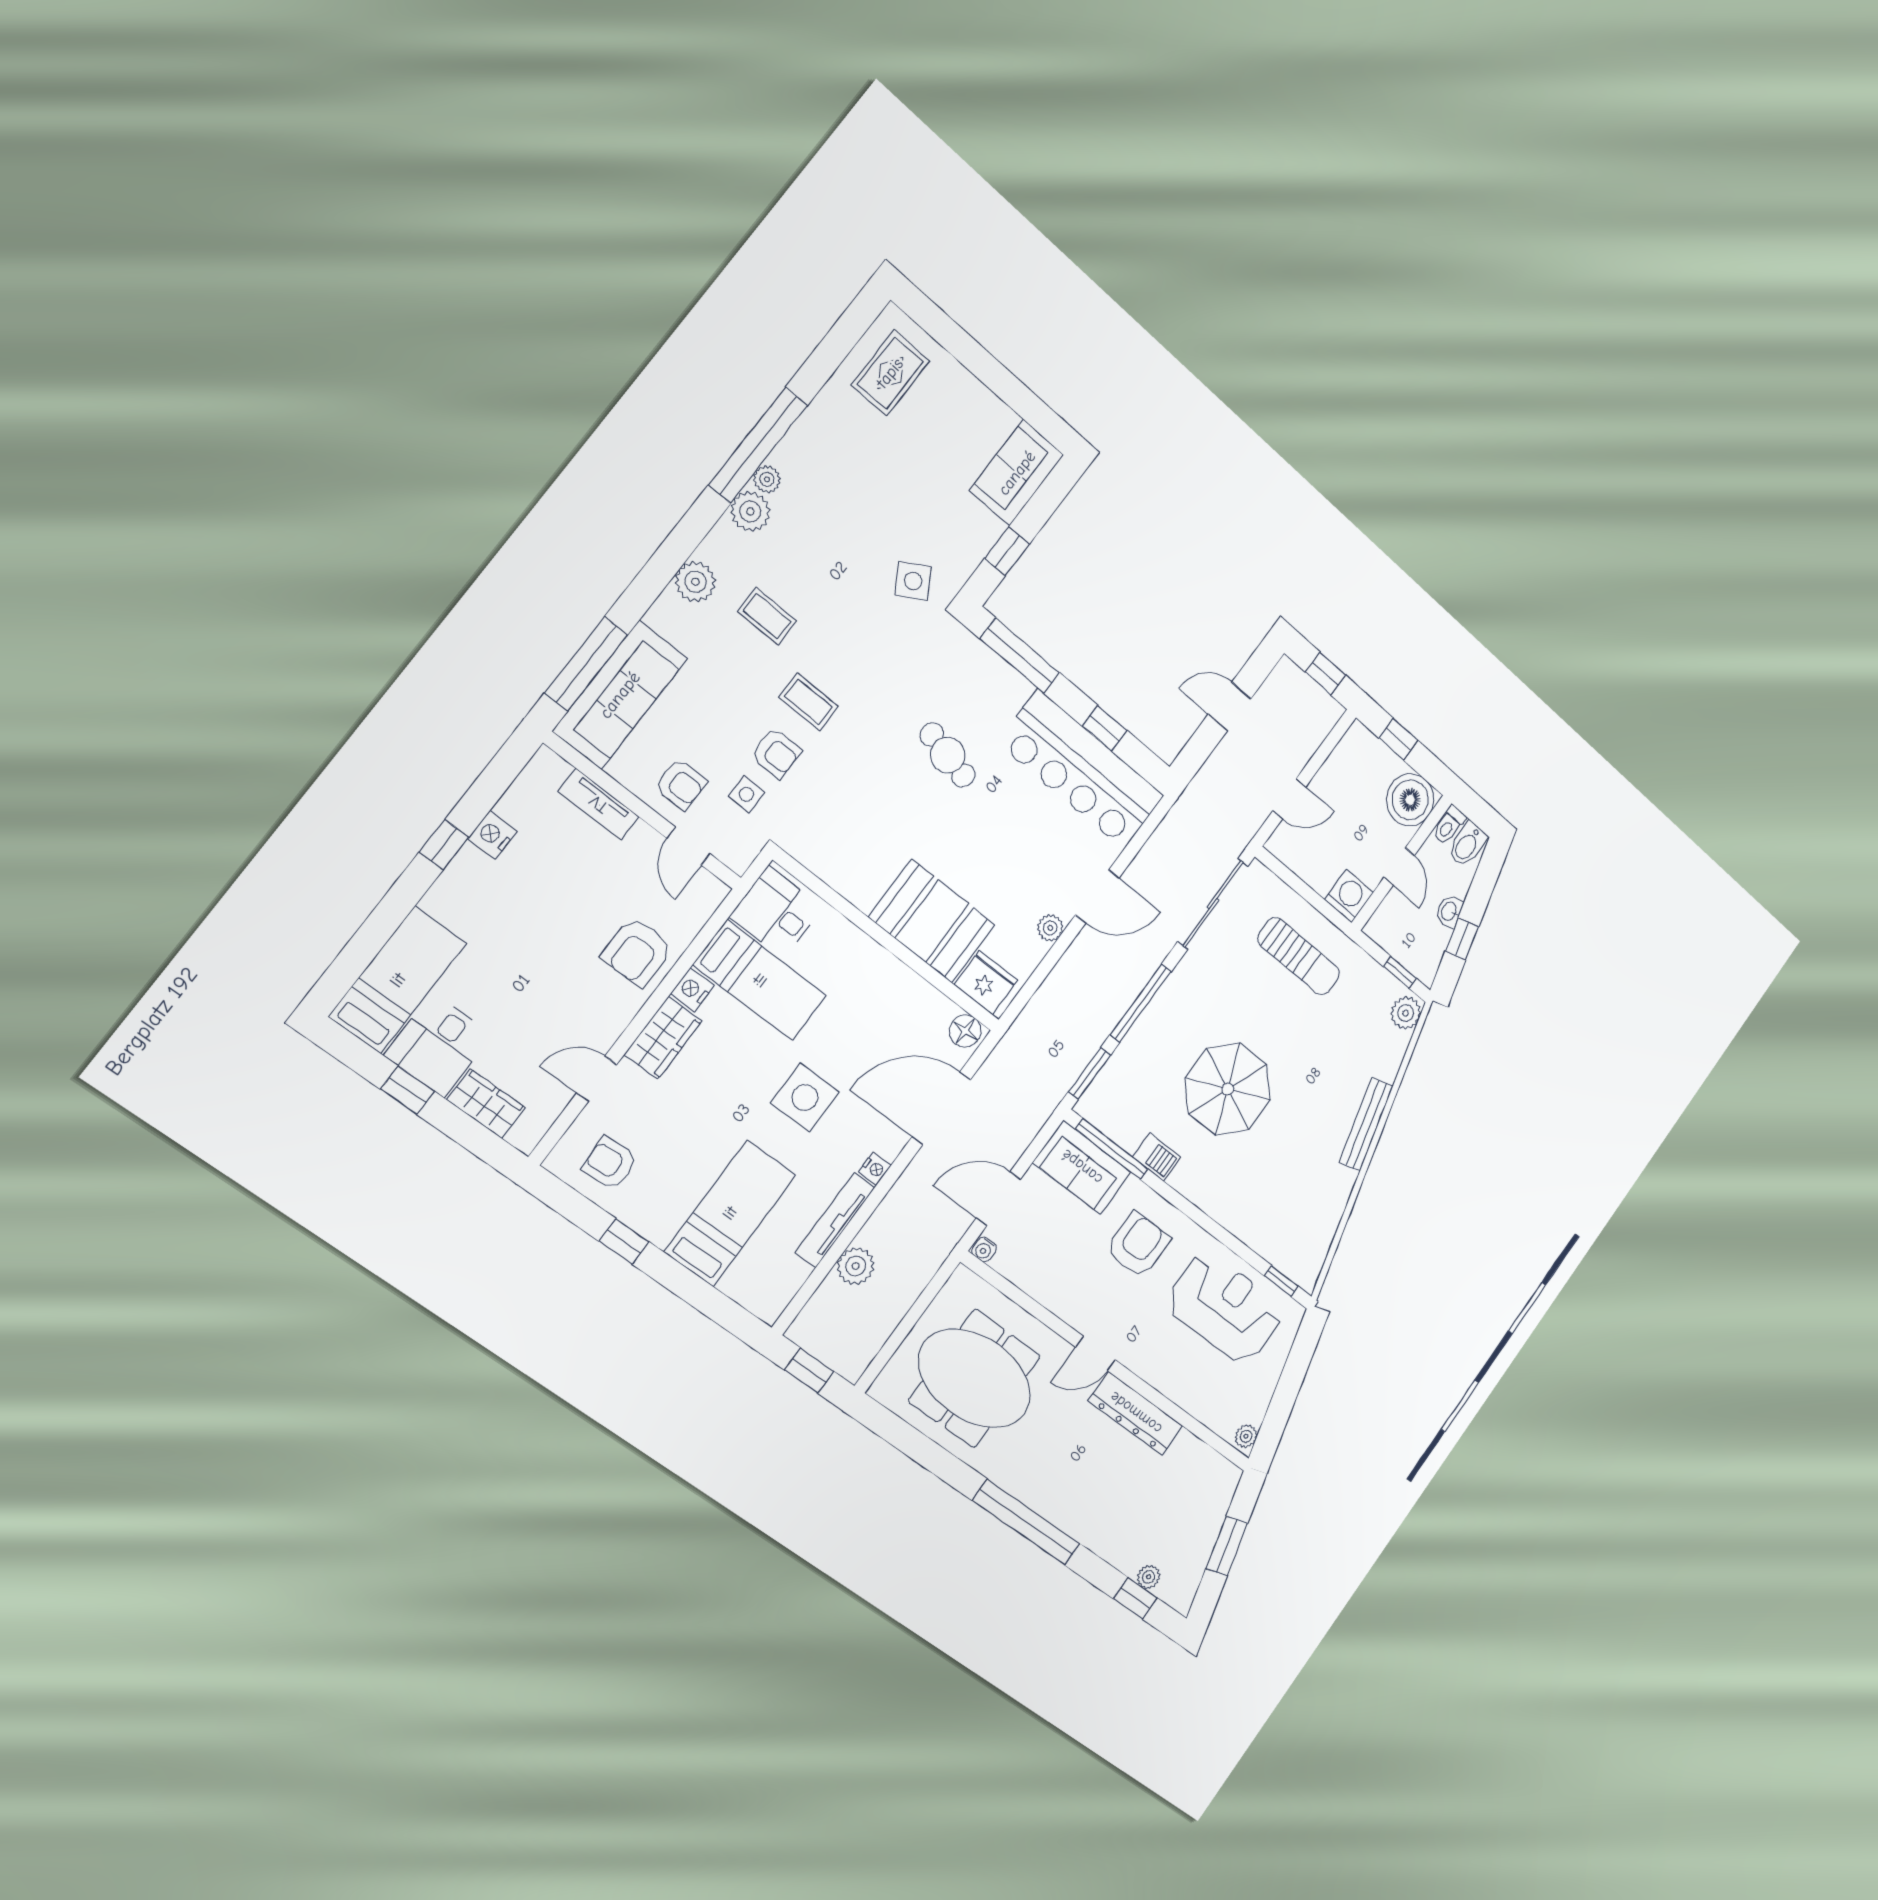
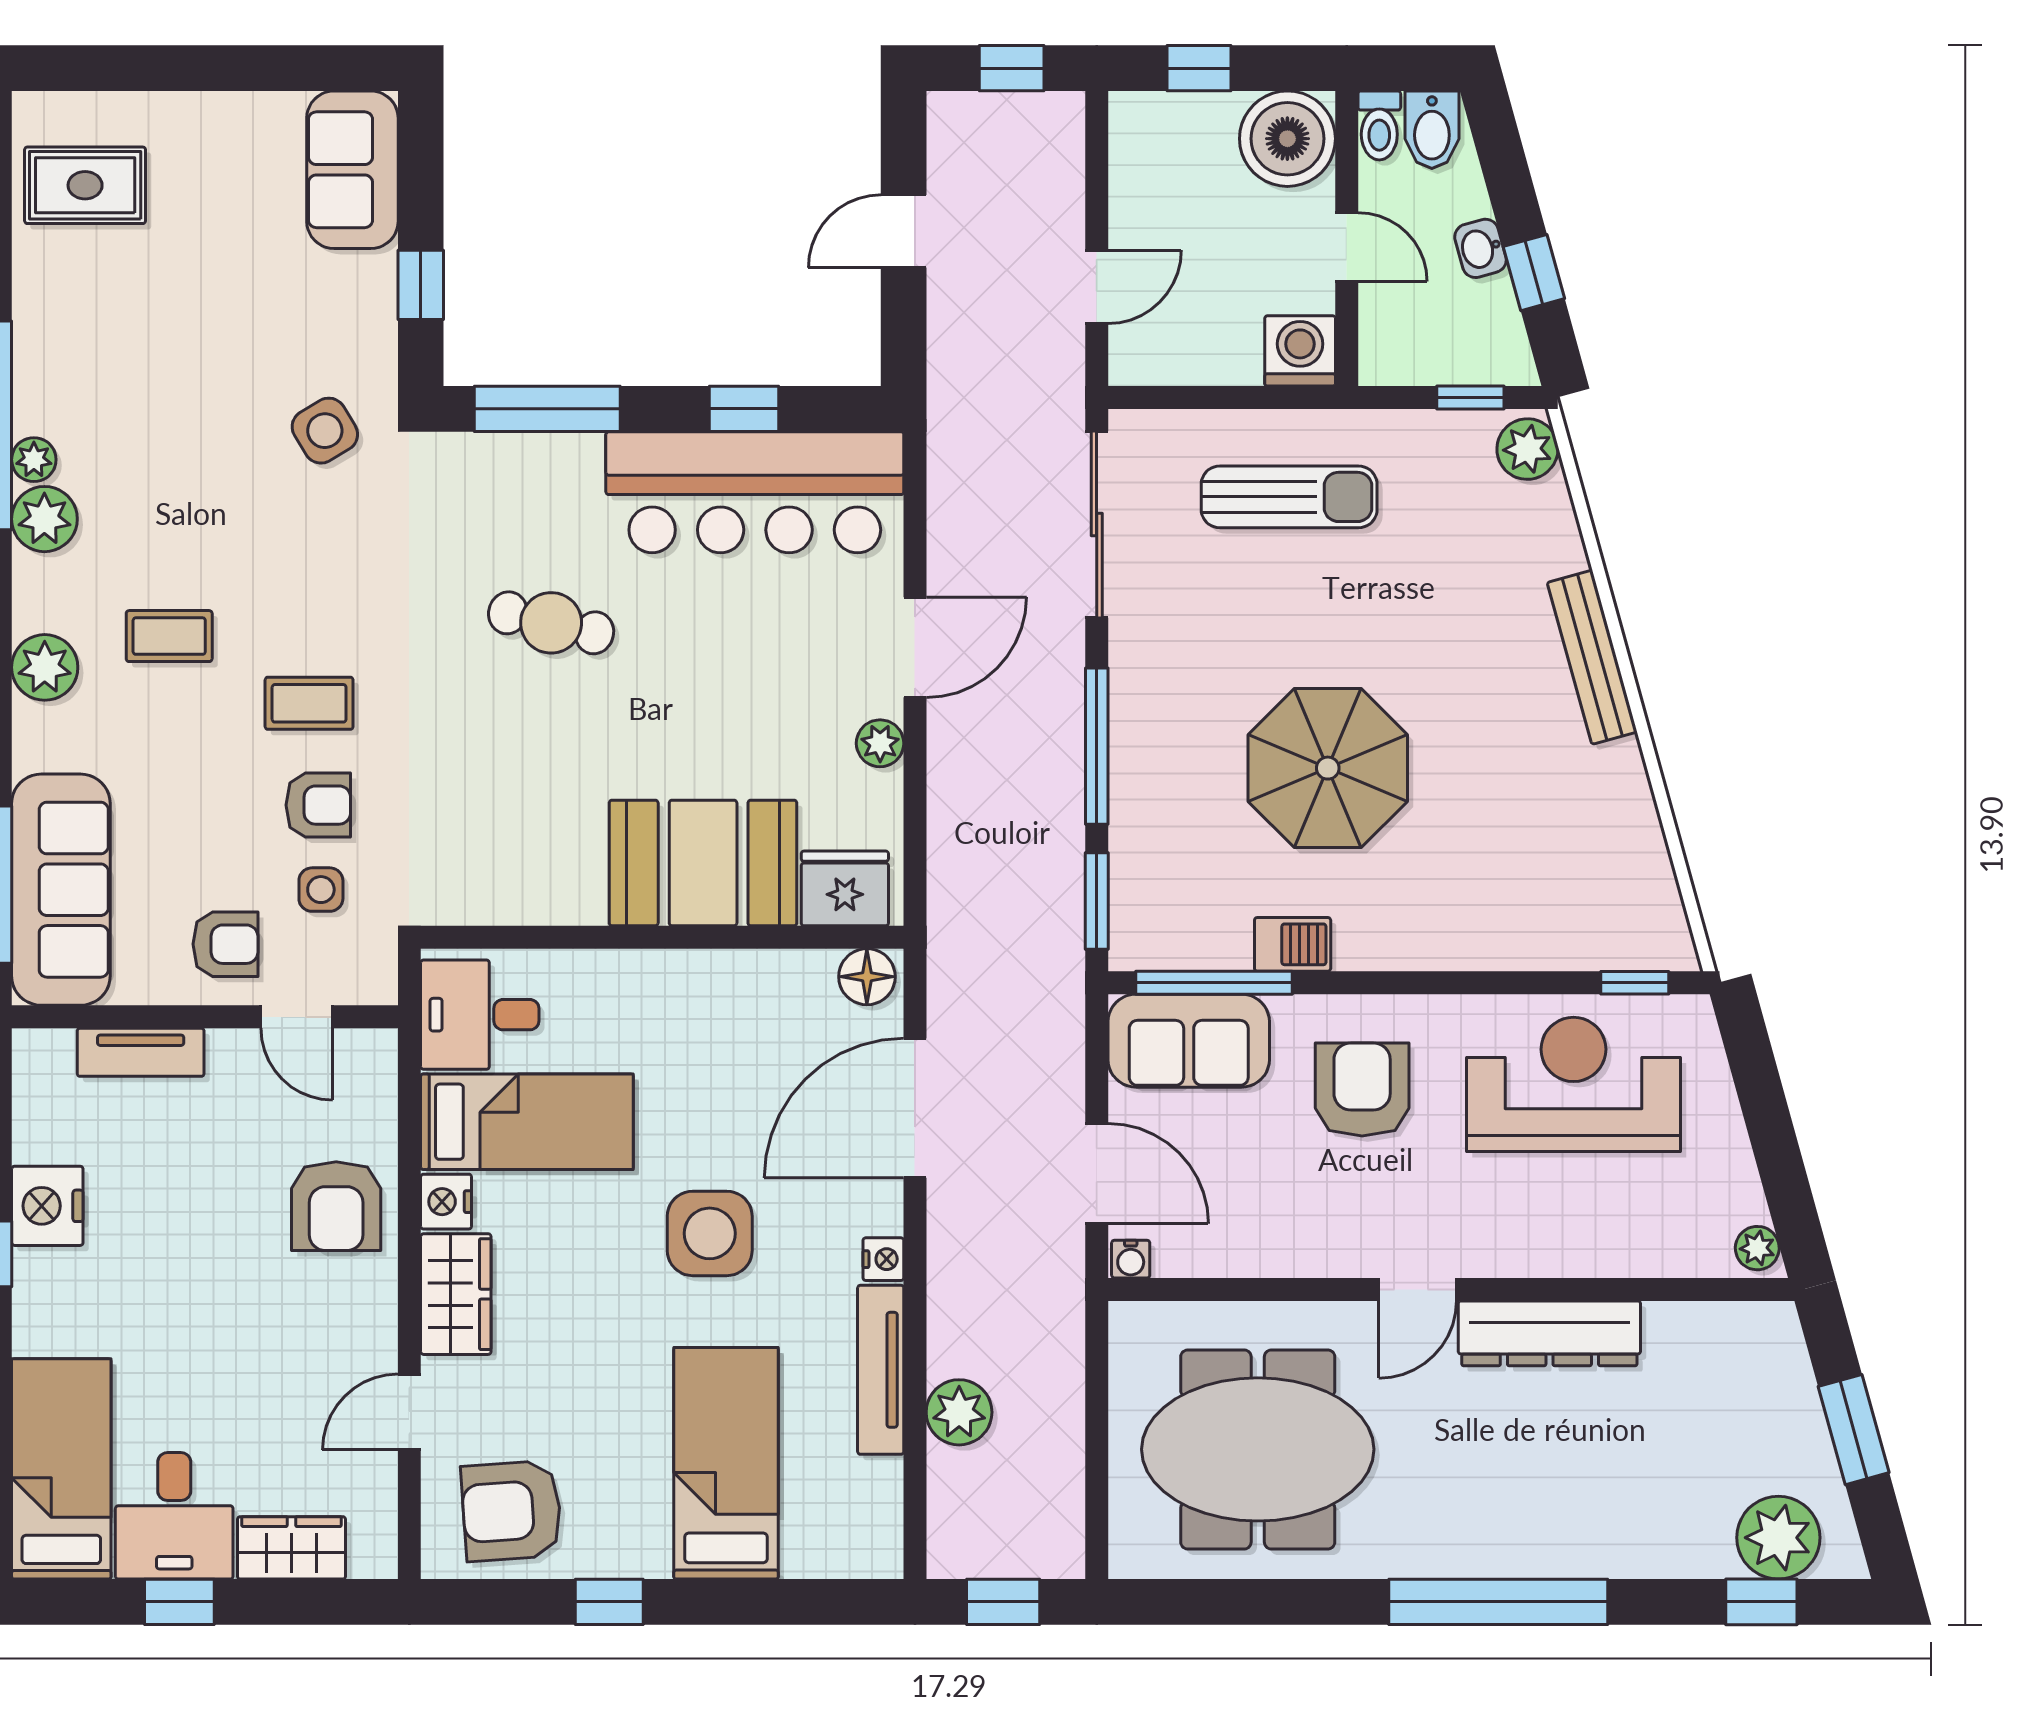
rug: (890, 373) -> (85, 185), turned 90
nightstand: (492, 835) -> (47, 1206), width x1.36, depth x1.33
armchair: (610, 1163) -> (512, 1511), width x1.38, depth x1.38
door: (998, 1199) -> (1097, 1173), swing flipped
plant: (1149, 1577) -> (1778, 1538), width x1.88, depth x1.88

